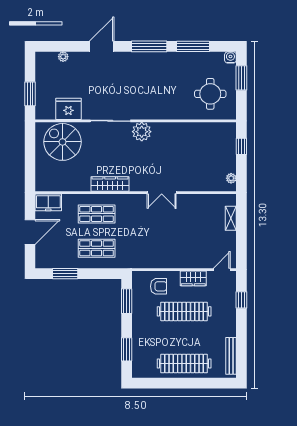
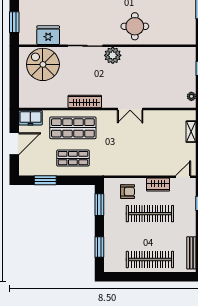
round table: (210, 94) -> (135, 26), moved
shop shelf: (97, 214) -> (73, 128), width x1.43, depth x1.36

